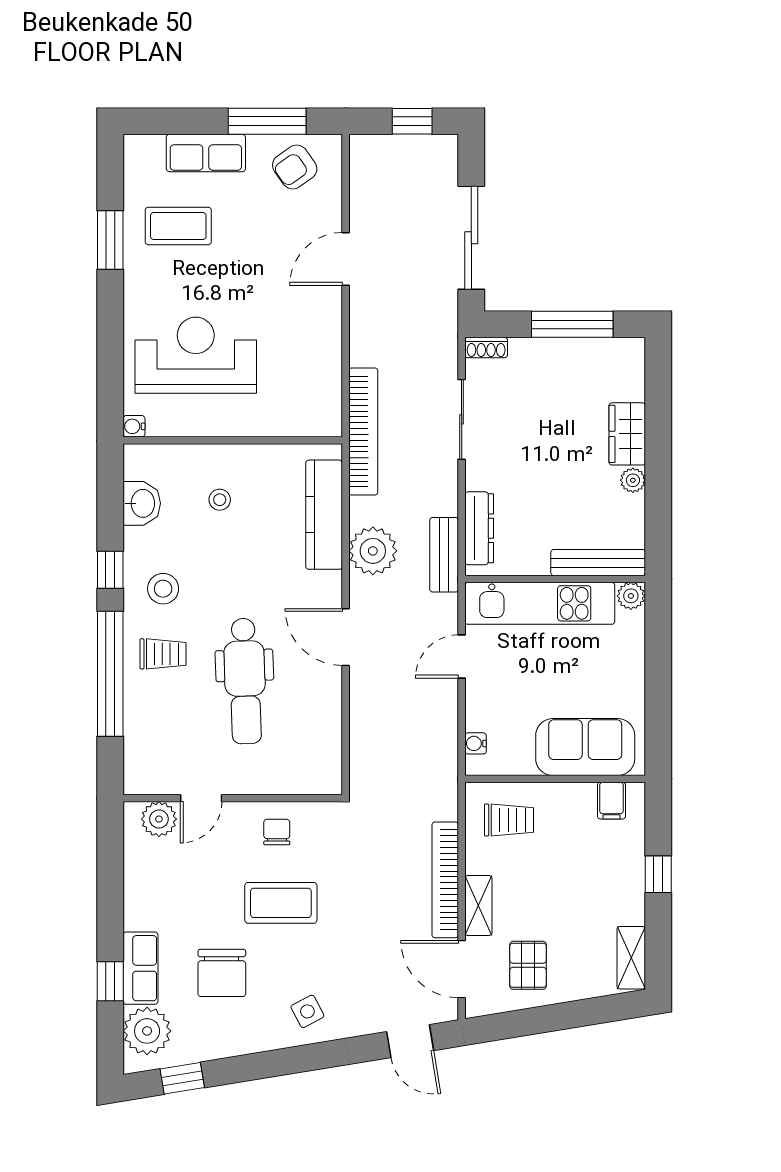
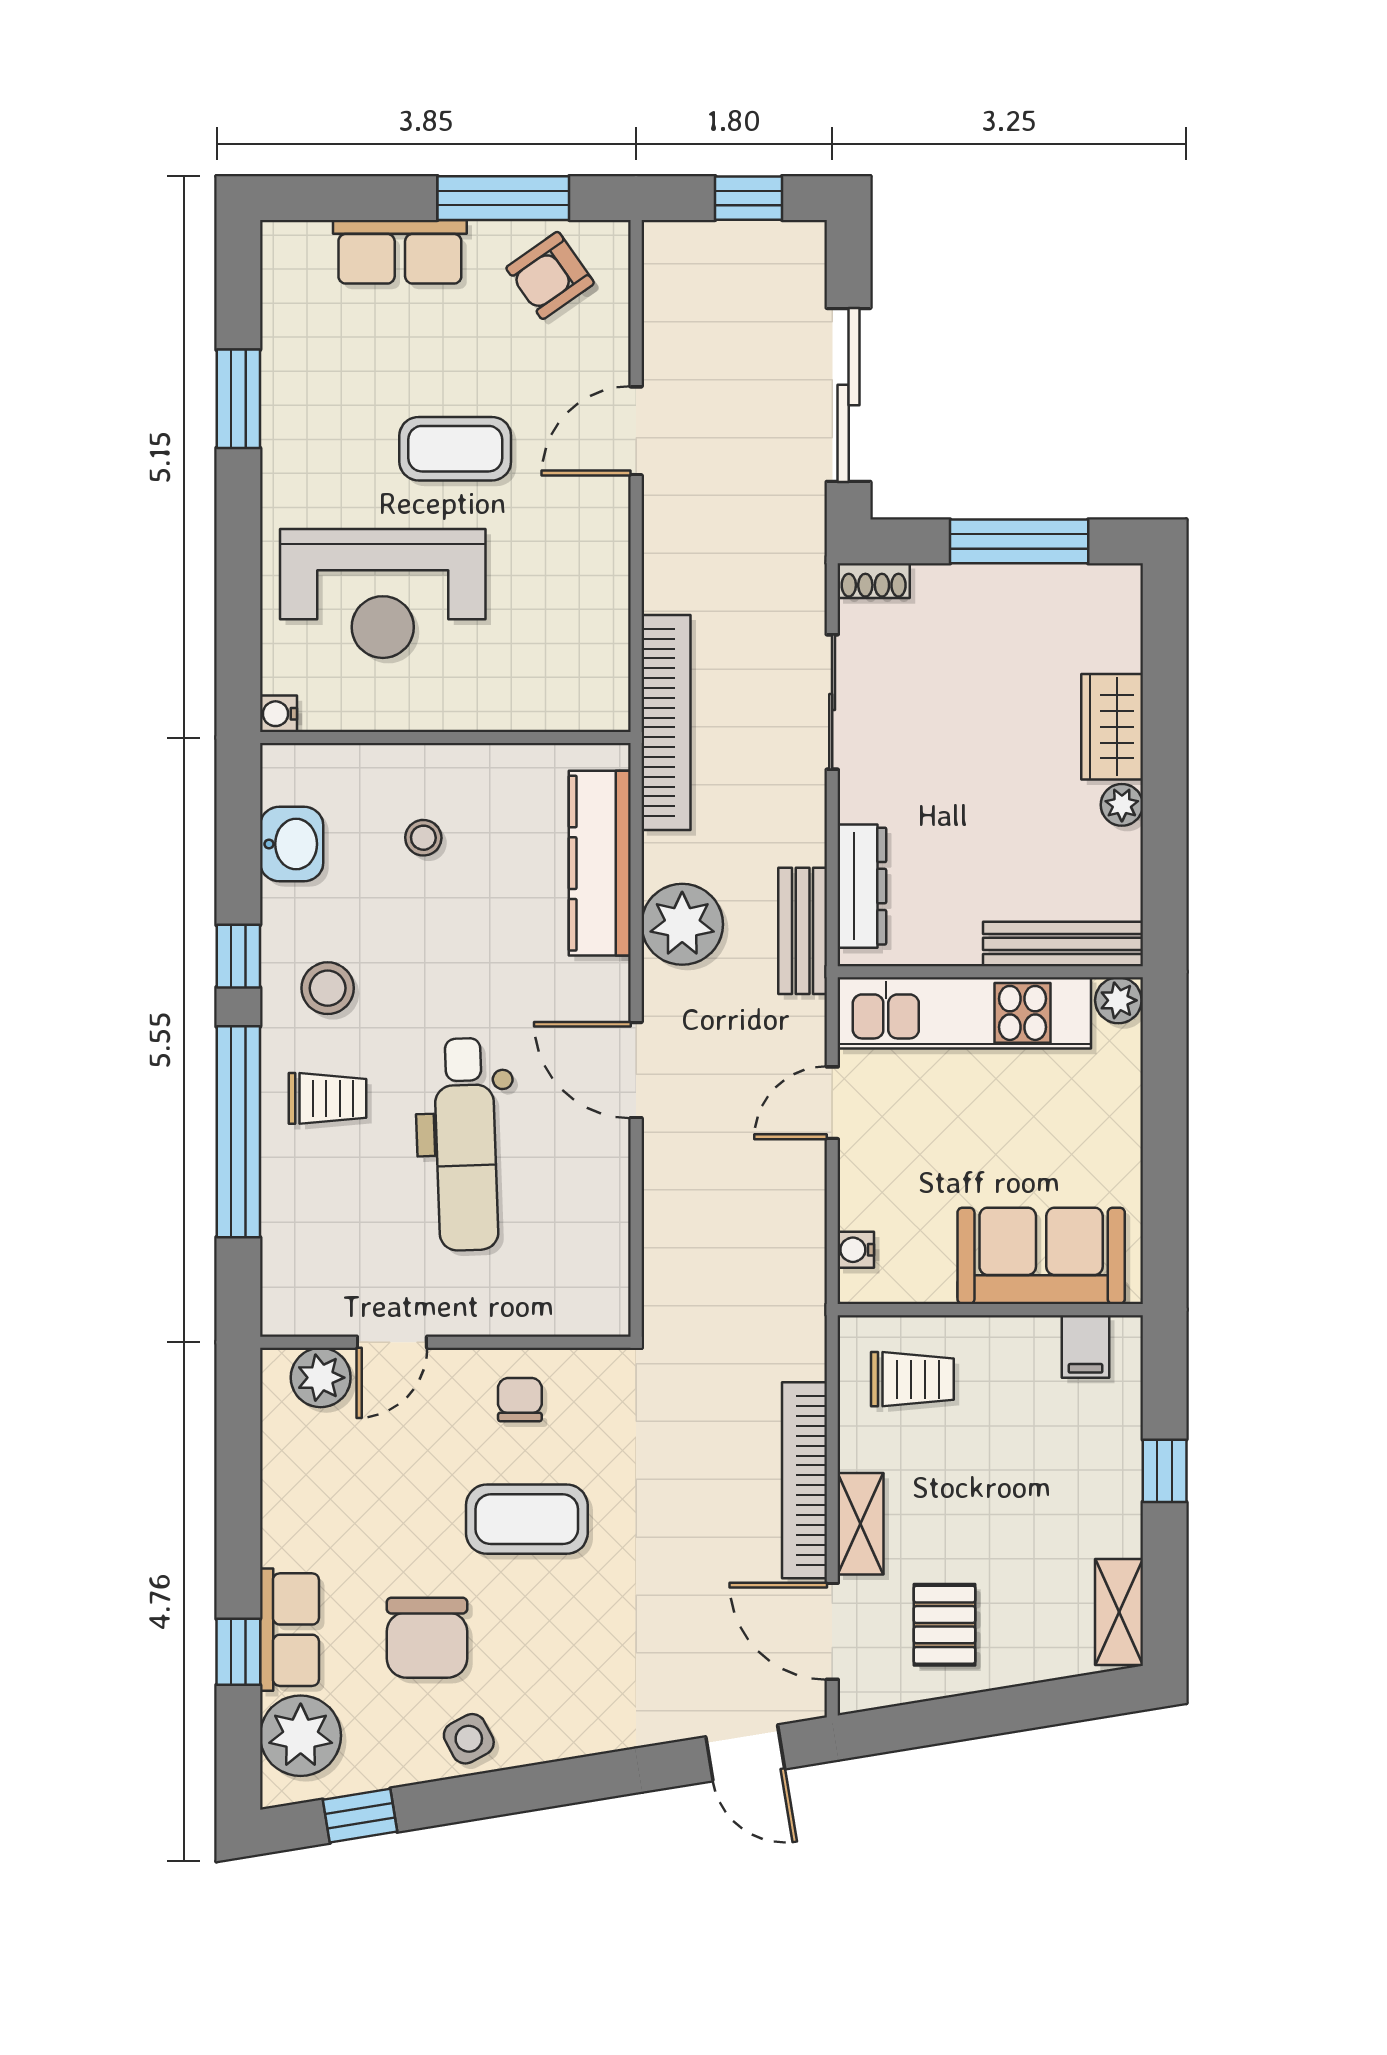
coffee table: (178, 226) -> (455, 449), moved
reception desk: (196, 355) -> (383, 594), turned 180
side table: (307, 1011) -> (469, 1739), moved

